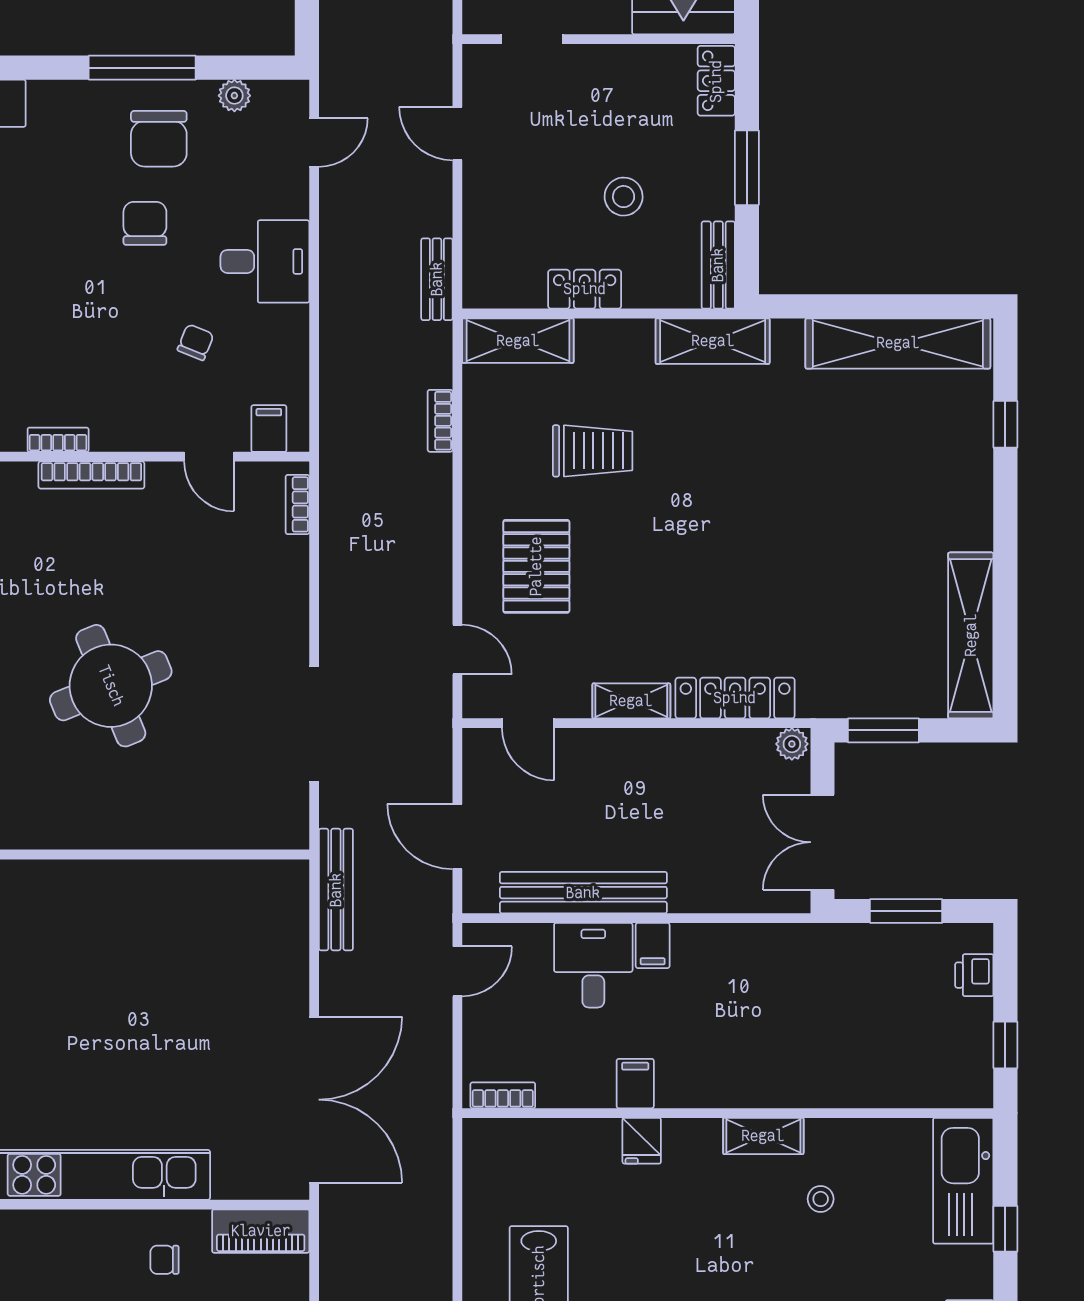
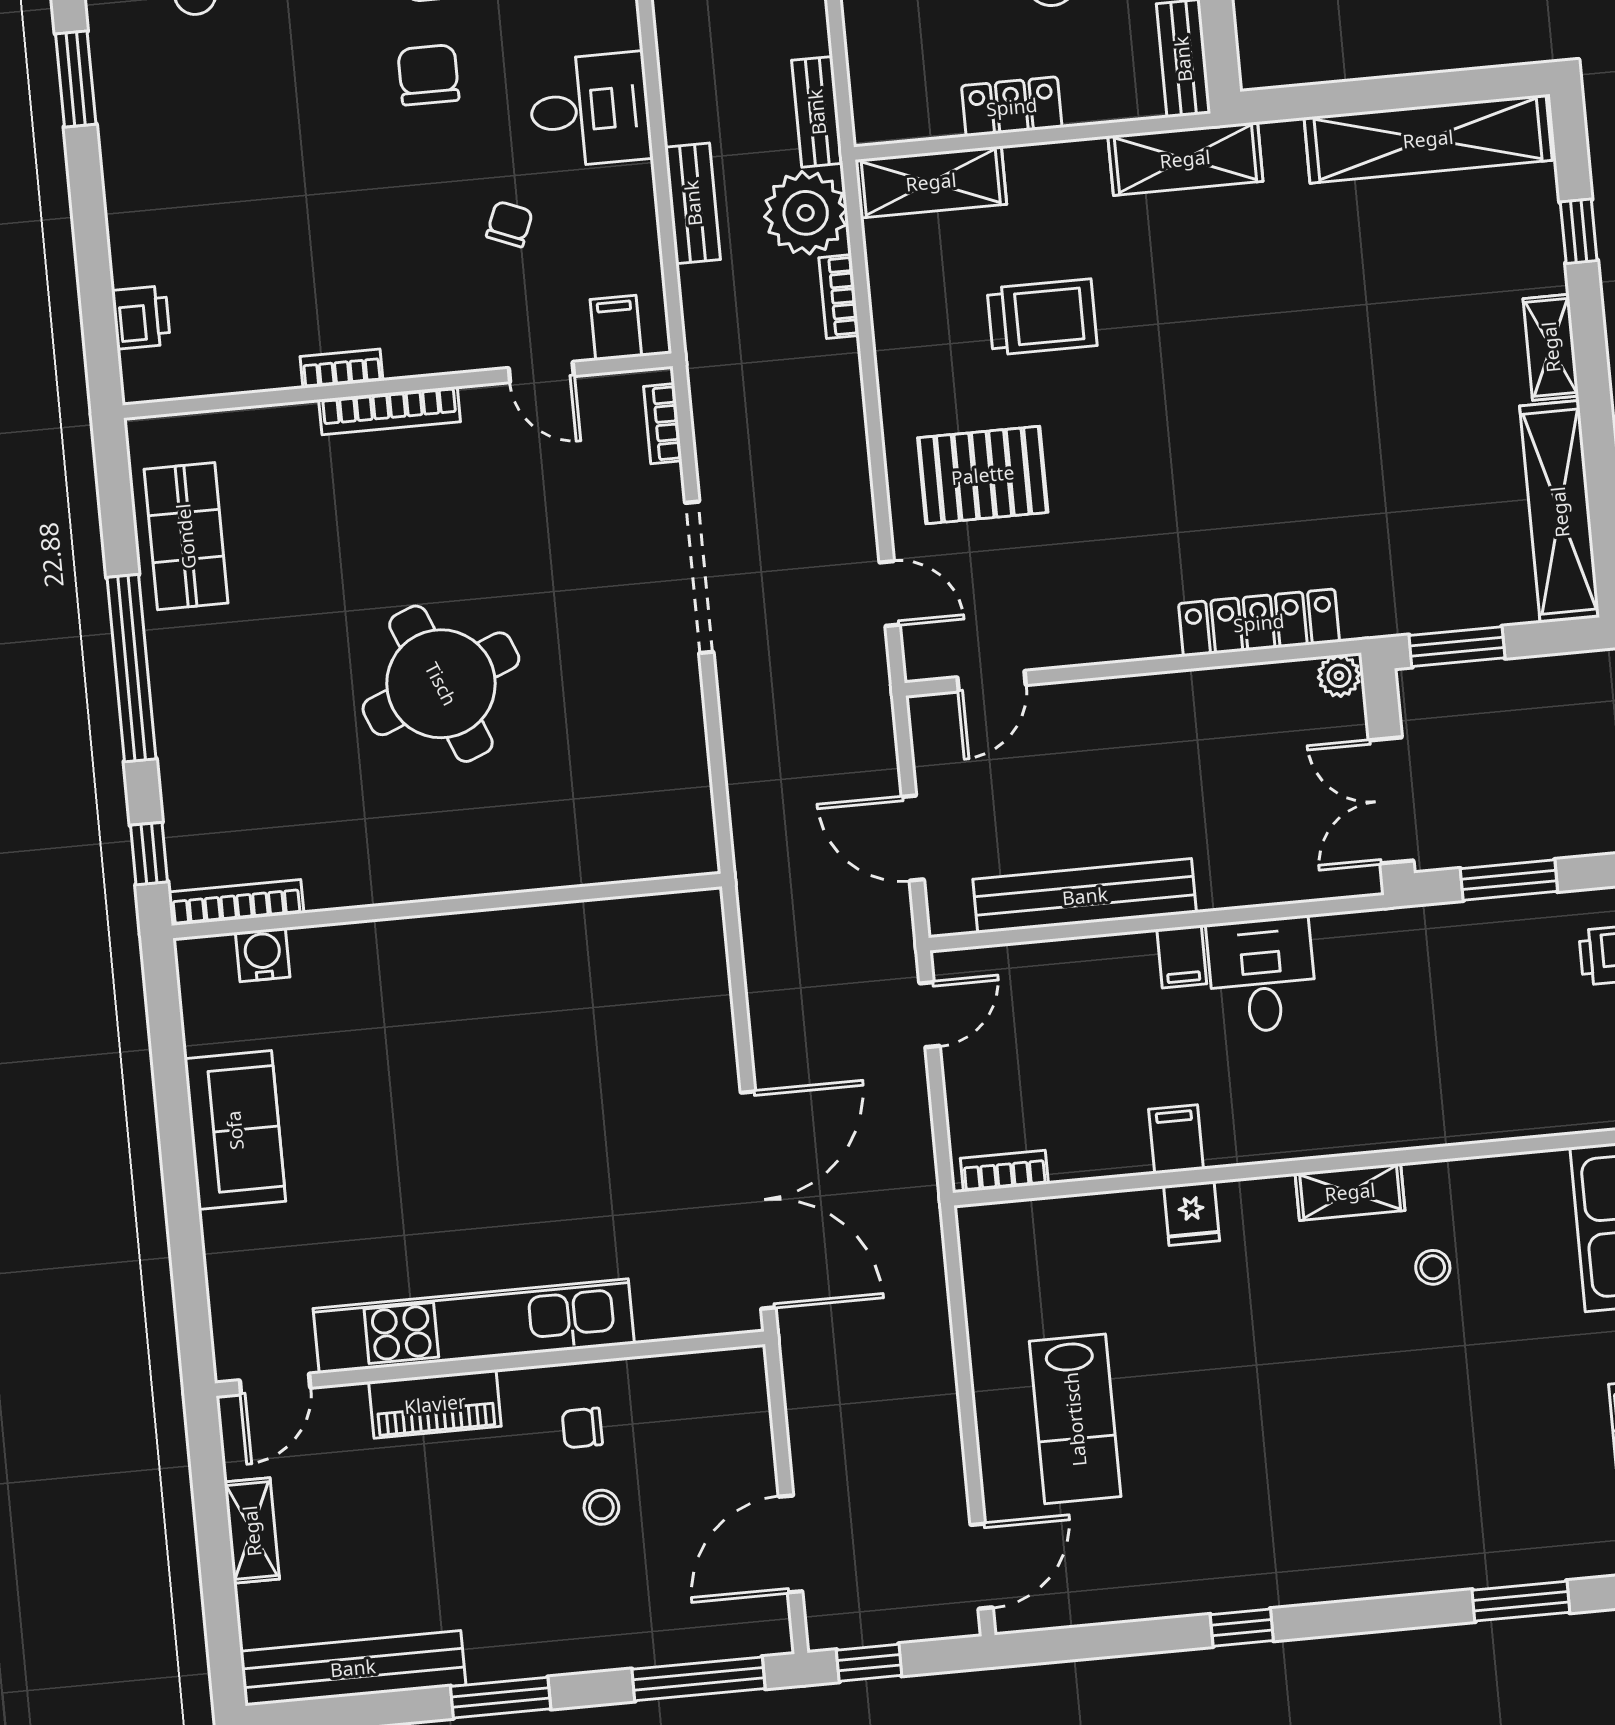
plant: (421, 355) -> (806, 213), added
pallet: (536, 566) -> (983, 475), turned 90
shelving: (631, 701) -> (1551, 347), moved, turned 90
door: (528, 723) -> (992, 681), hinge flipped
doorway: (314, 724) -> (699, 577), moved
bench: (336, 890) -> (693, 203), moved, width x0.73
desk: (593, 965) -> (1262, 975), moved
piano: (261, 1231) -> (435, 1404), moved

